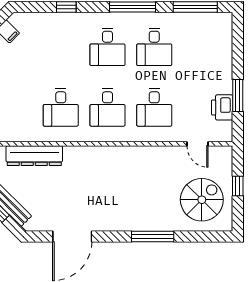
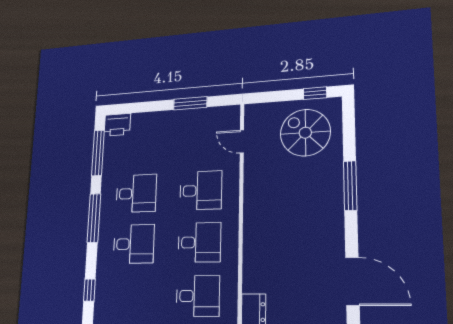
printer: (222, 107) -> (117, 125), moved
door: (197, 144) -> (242, 141), swing flipped
window: (238, 186) -> (315, 93), moved

